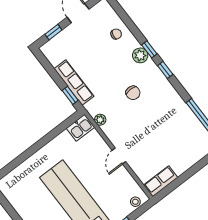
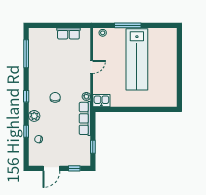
window: (149, 49) -> (26, 131), moved
row of seats: (74, 82) -> (85, 118), moved
window: (70, 95) -> (93, 147), moved
row of seats: (161, 181) -> (68, 33), moved

